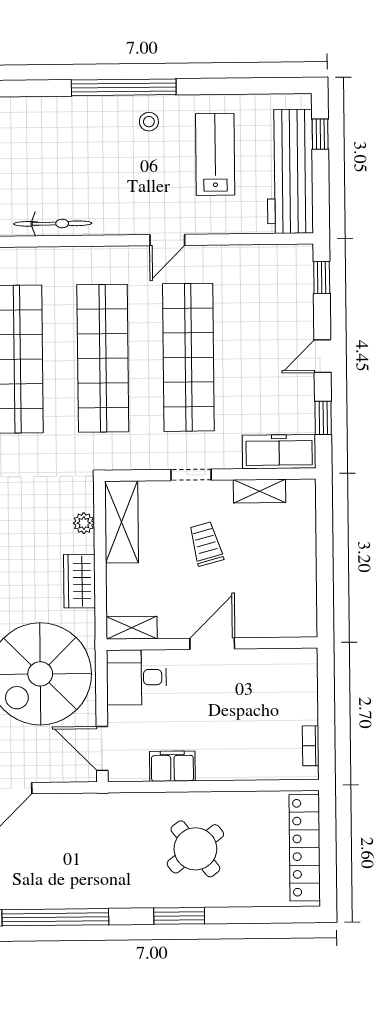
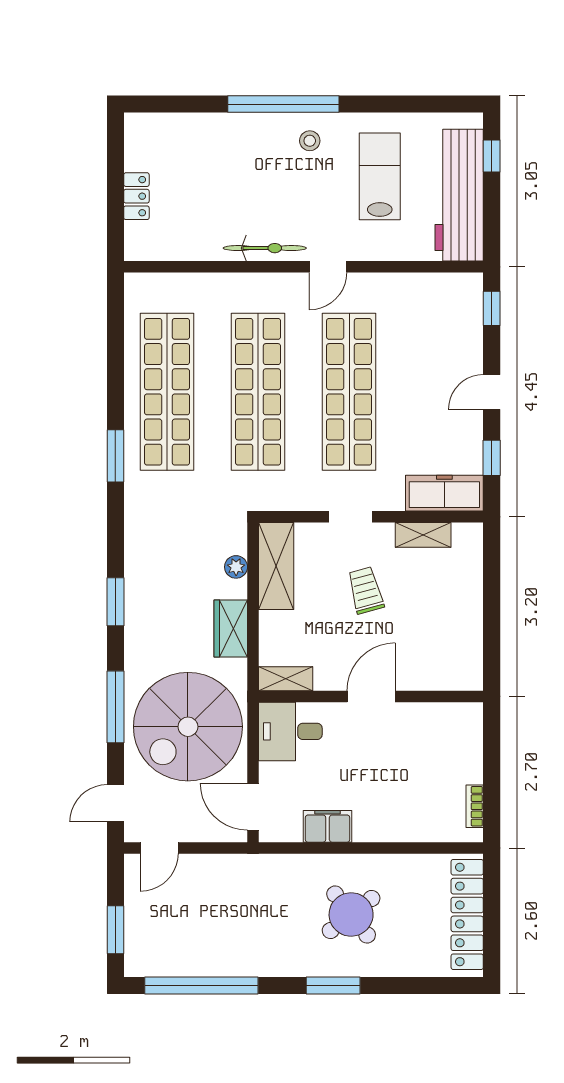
bicycle: (53, 224) -> (265, 248), moved

